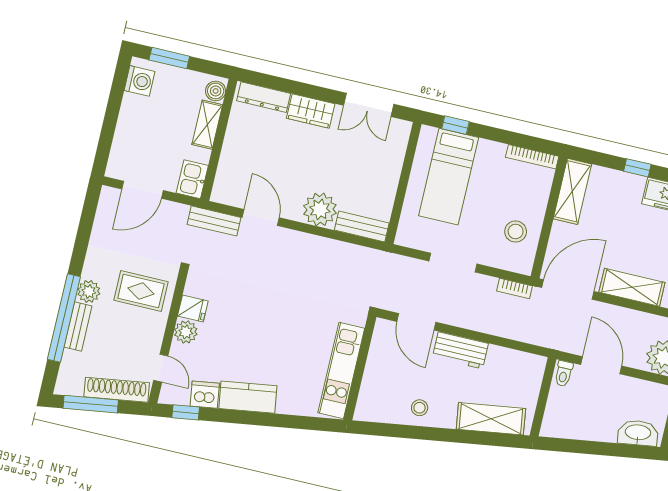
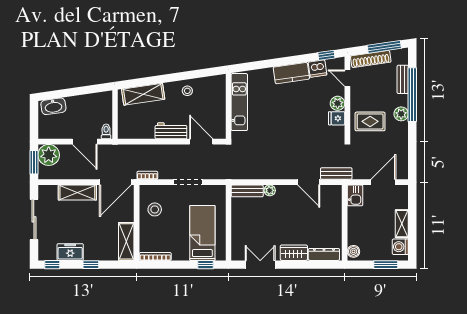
shelving: (207, 125) -> (402, 224), moved
plant: (320, 209) -> (270, 190), width x0.53, depth x0.53
bench: (78, 326) -> (403, 79), moved

